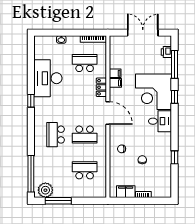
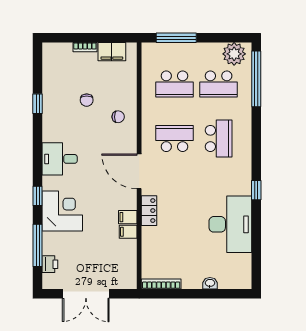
school desk: (85, 63) -> (219, 84), moved
corner desk: (154, 92) -> (62, 211), width x0.74, depth x0.74
window: (58, 201) -> (176, 38), moved

